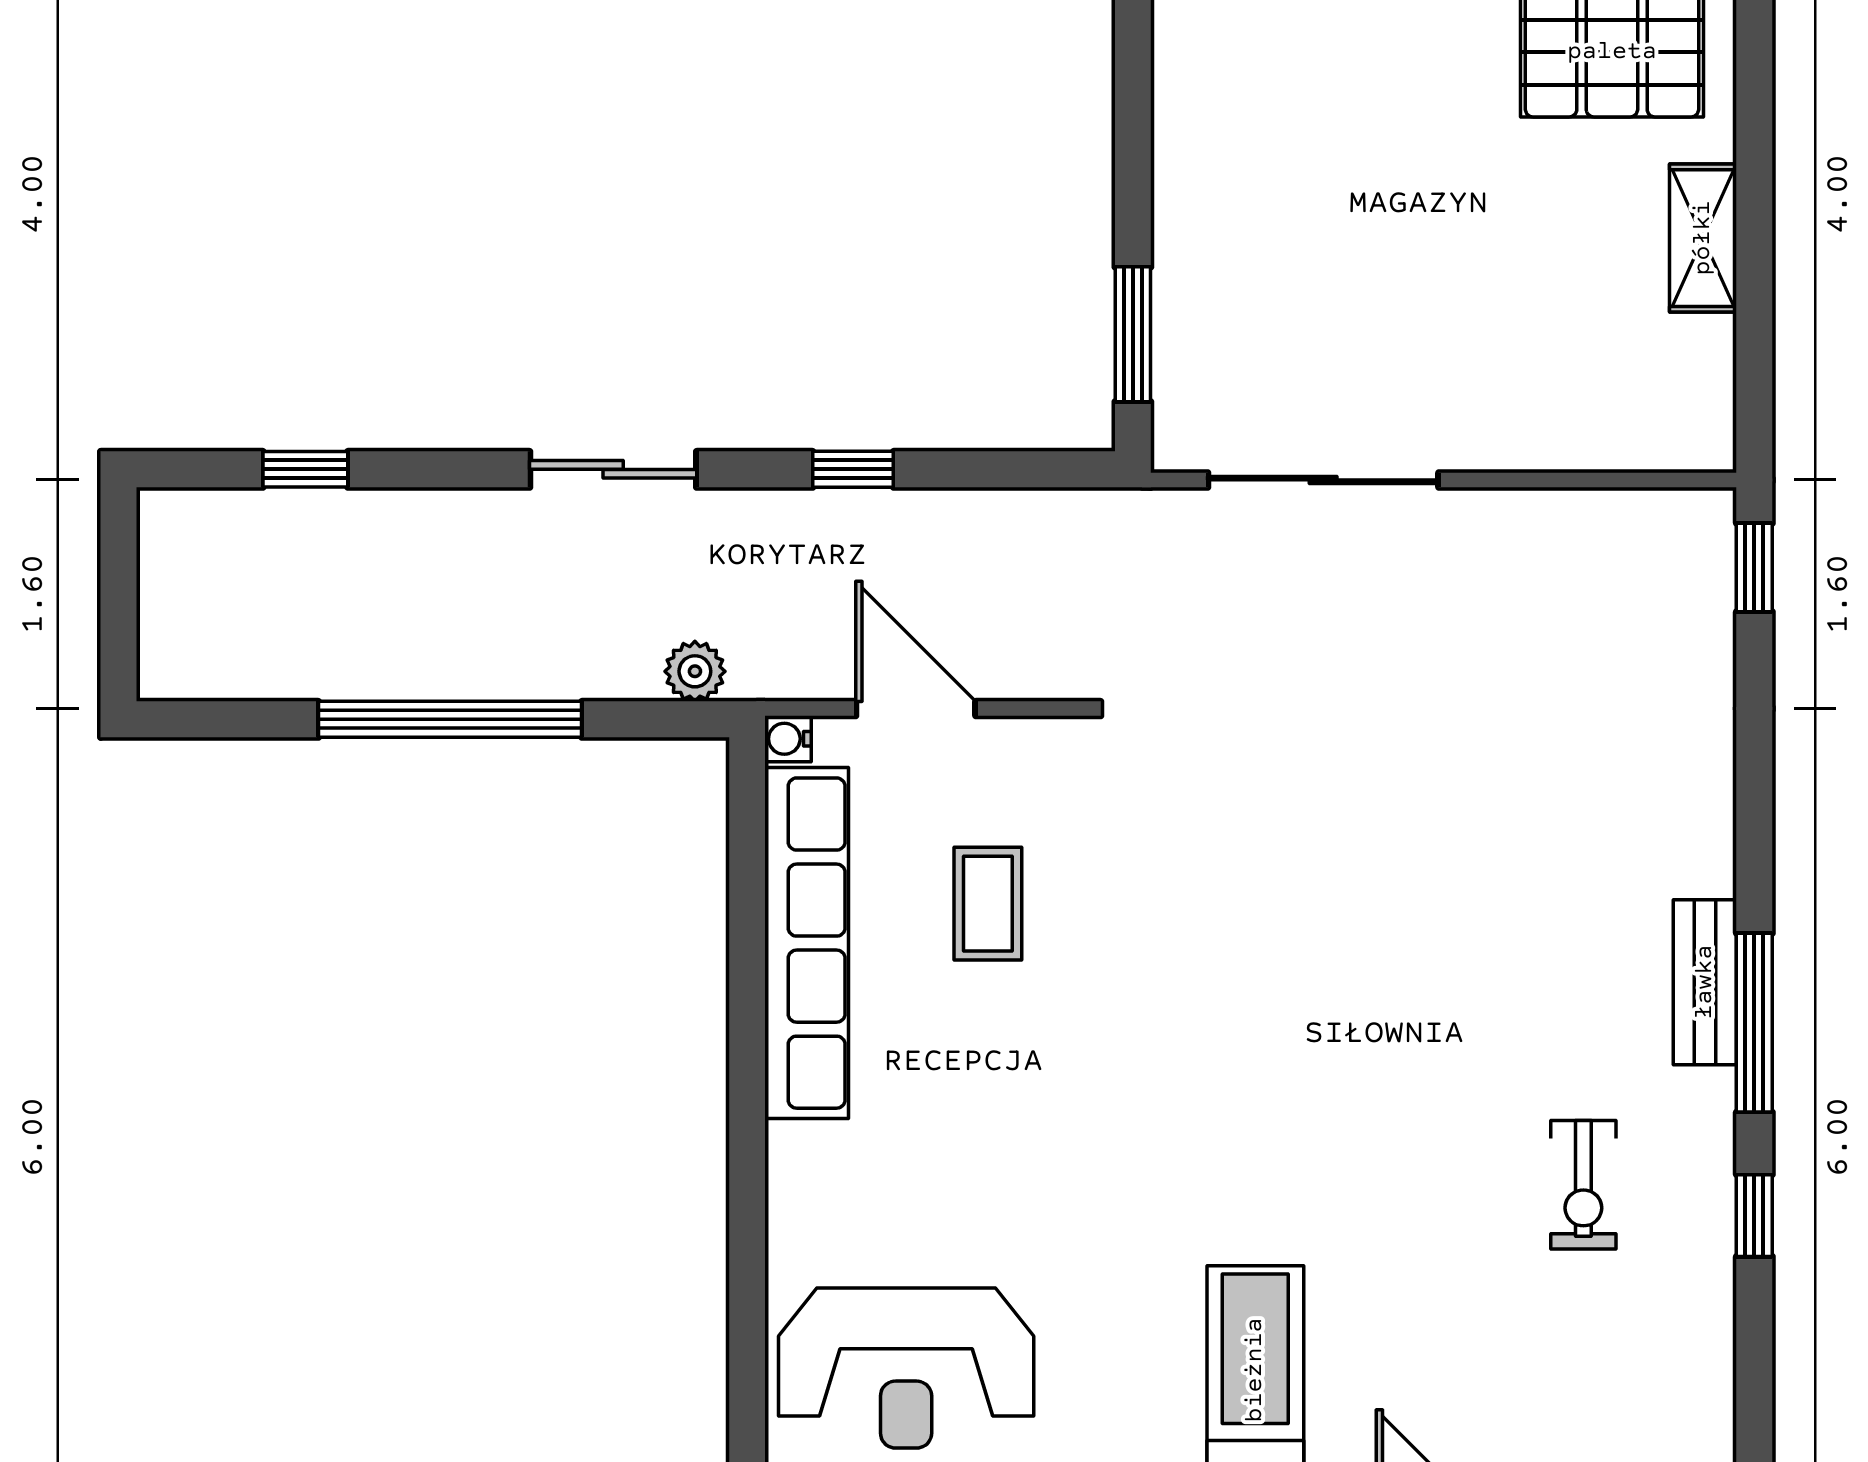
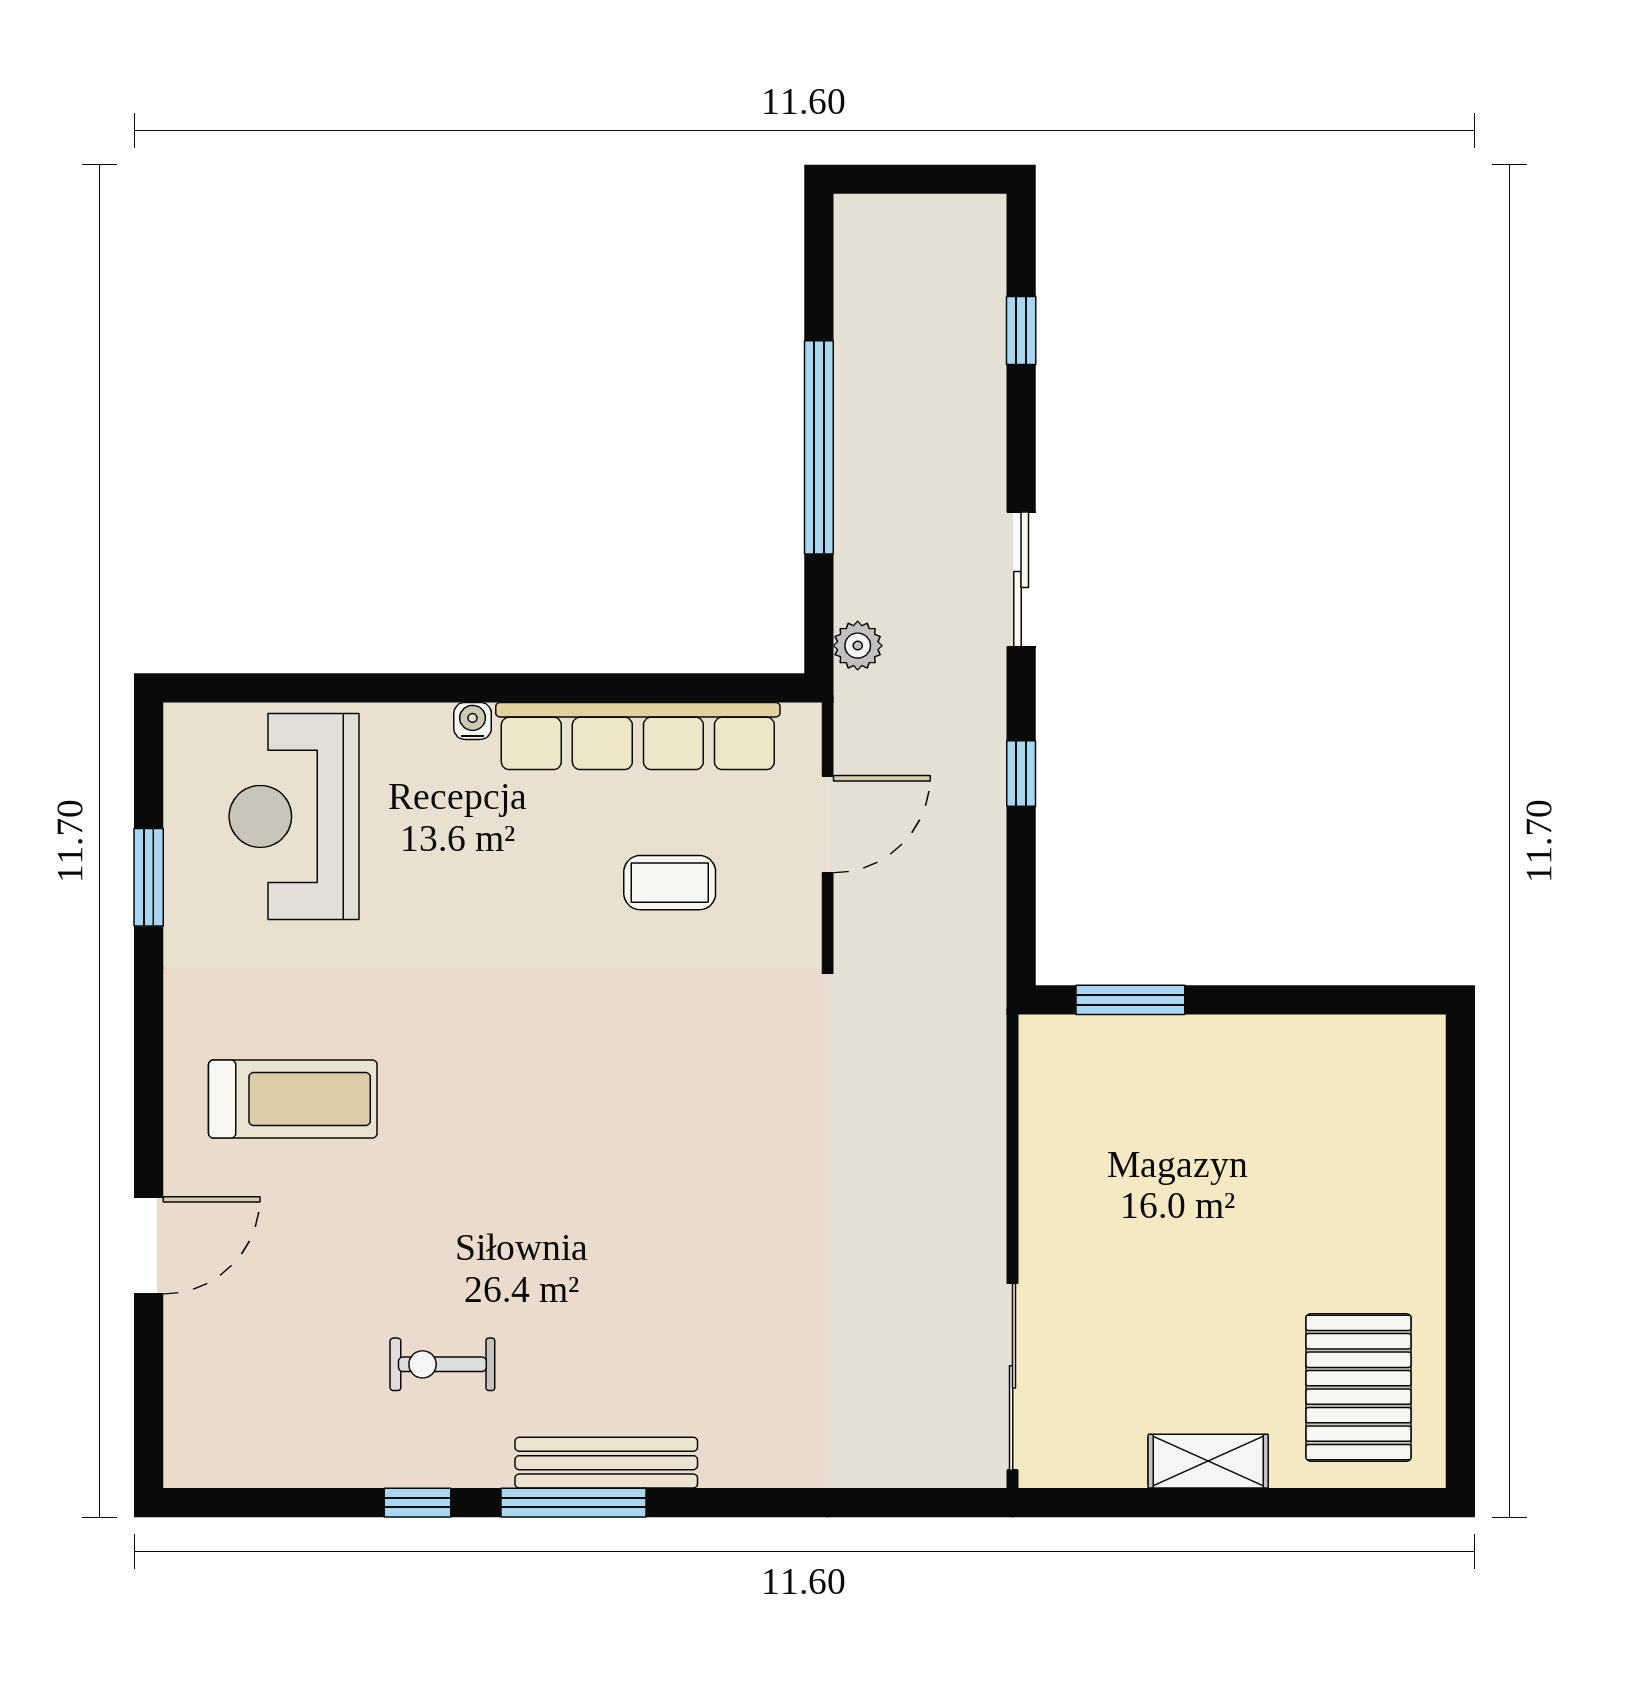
sliding door: (1323, 480) -> (1013, 1377), moved
window: (1754, 567) -> (942, 1503), removed
water cooler: (788, 739) -> (473, 721), moved
bench: (1705, 982) -> (606, 1463), width x1.36

